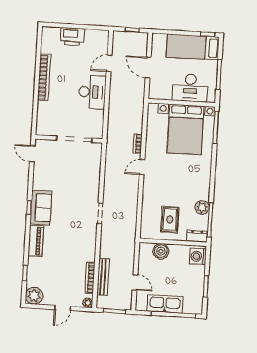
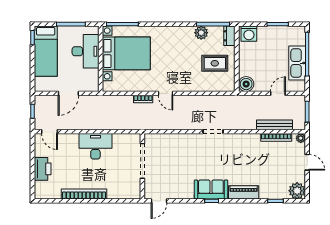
door: (109, 63) -> (50, 132), moved
boiler: (161, 251) -> (246, 84), moved

